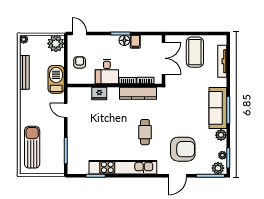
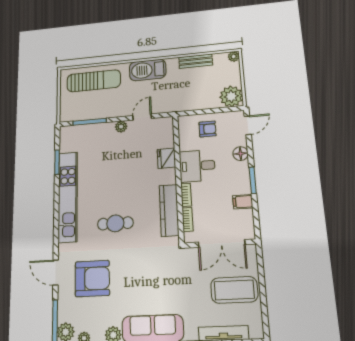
floor lamp: (124, 40) -> (240, 154), moved
bench: (24, 72) -> (196, 61), width x0.73
barbecue: (56, 79) -> (148, 70), moved, turned 180
plant: (72, 126) -> (121, 127), added
armchair: (183, 149) -> (92, 279), turned -90

